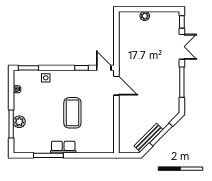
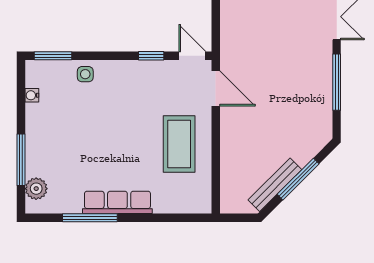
coffee table: (72, 113) -> (179, 144), moved
plant: (19, 122) -> (36, 189), moved
row of seats: (63, 147) -> (117, 202), width x1.48

